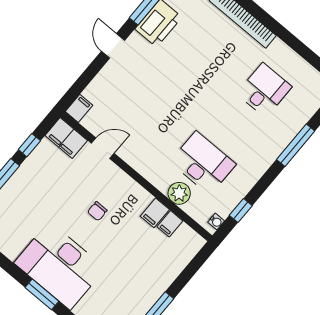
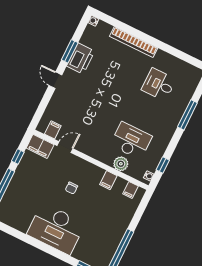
desk: (264, 90) -> (159, 85), turned -90
filing cabinet: (79, 108) -> (53, 130), moved
filing cabinet: (170, 224) -> (130, 190), moved
window: (42, 294) -> (49, 250), removed

